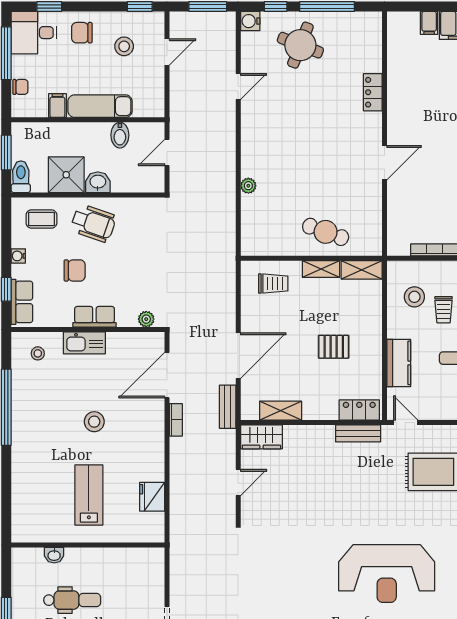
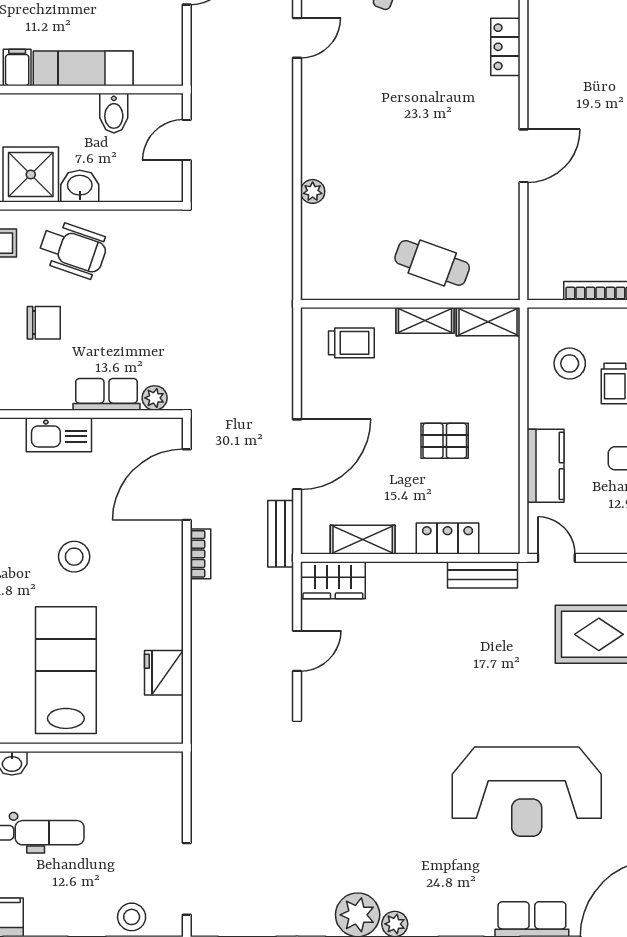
row of seats: (94, 317) -> (106, 394), moved
locker: (359, 410) -> (448, 538), moved
lab bench: (89, 495) -> (66, 670), width x1.36, depth x1.39

